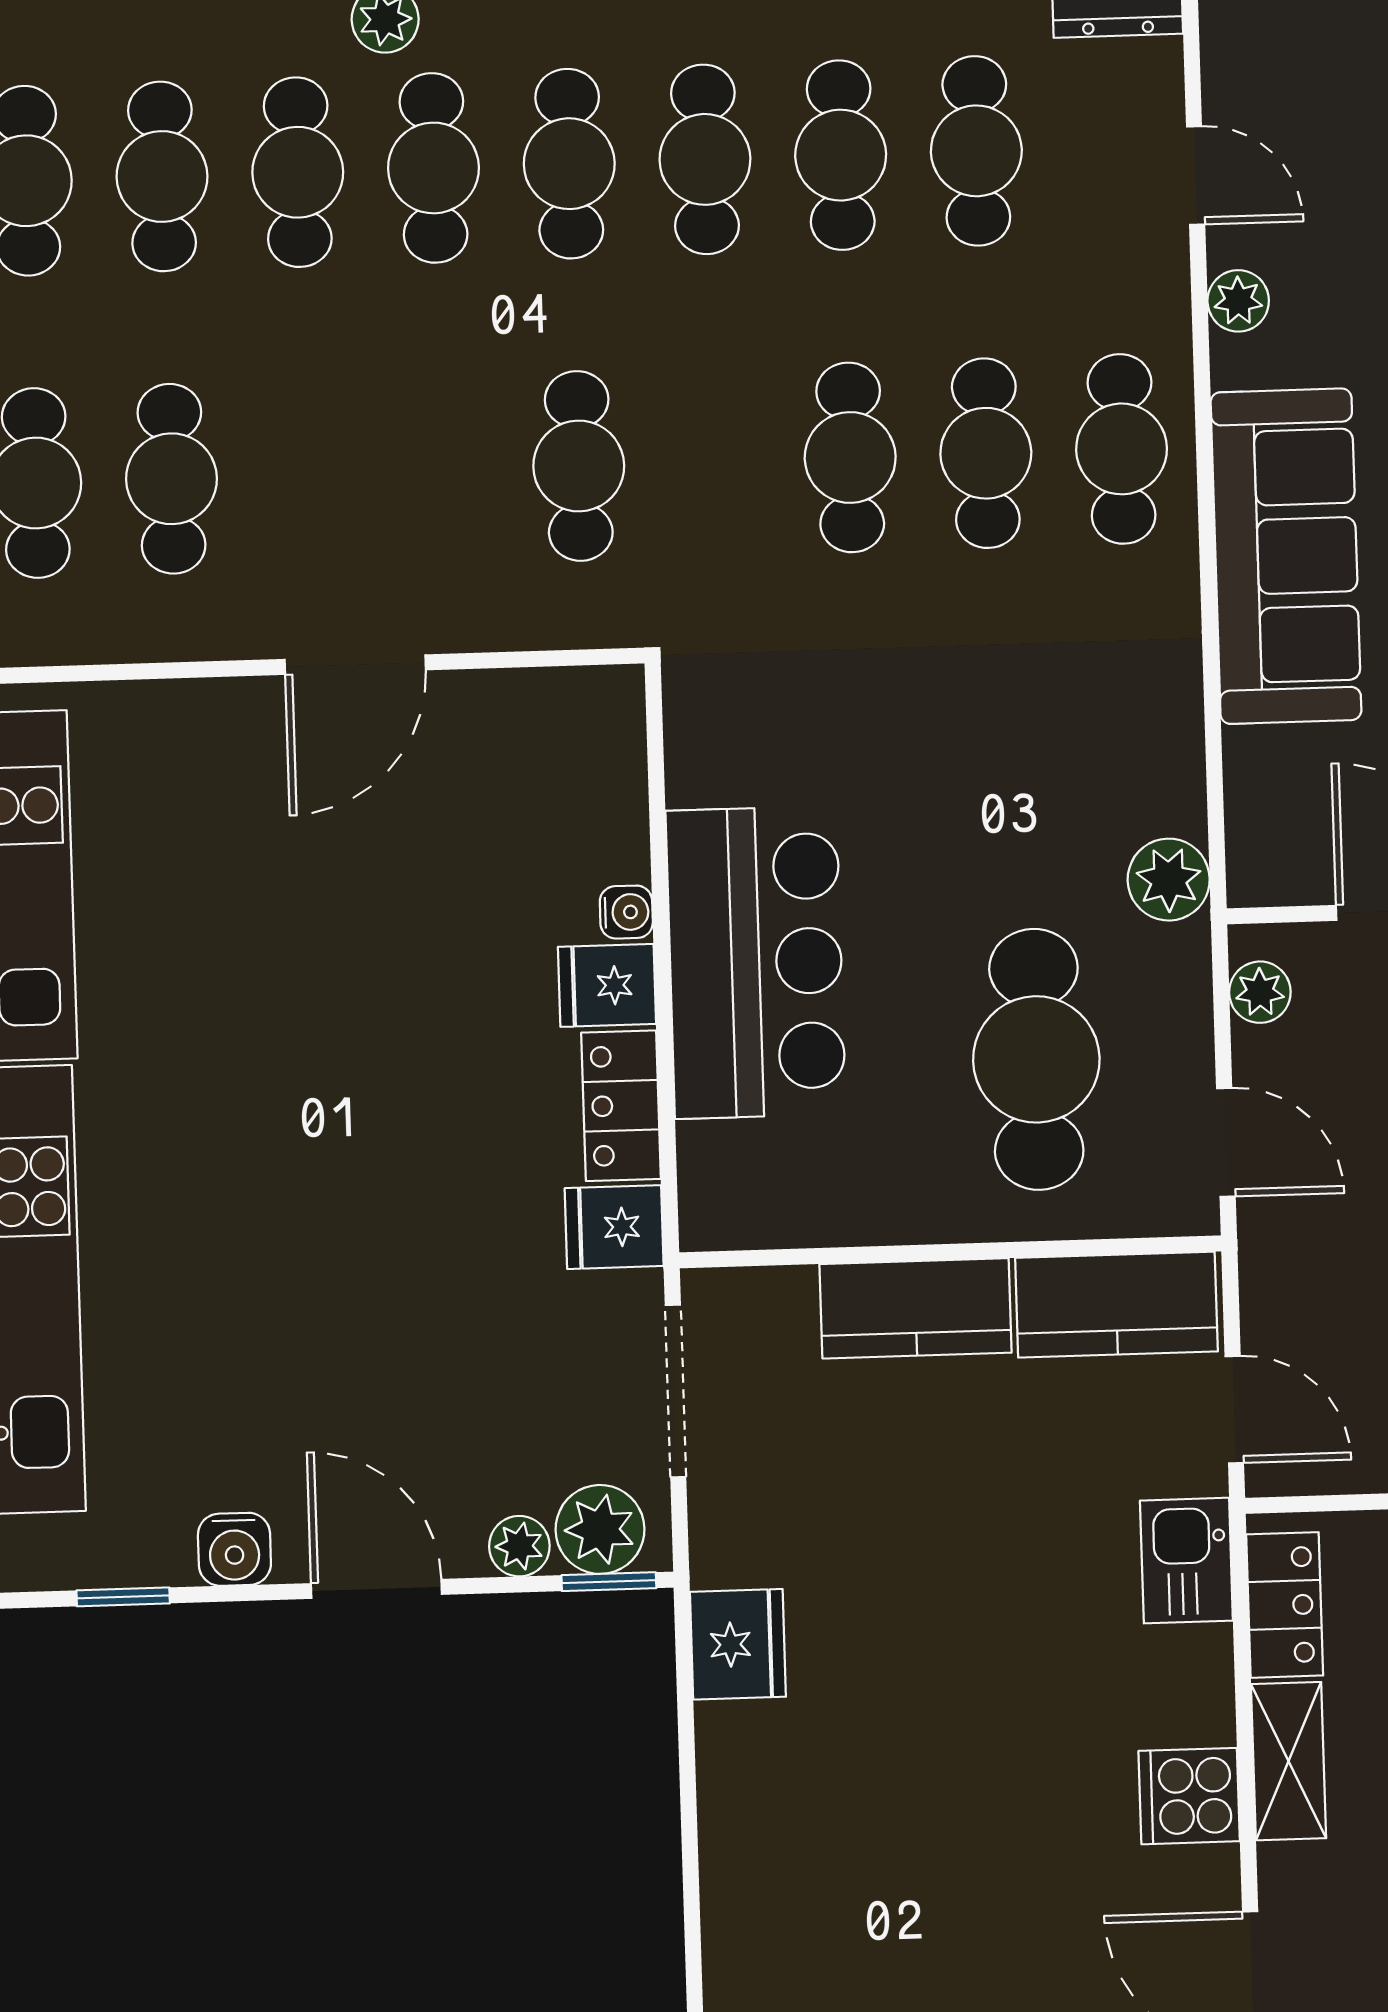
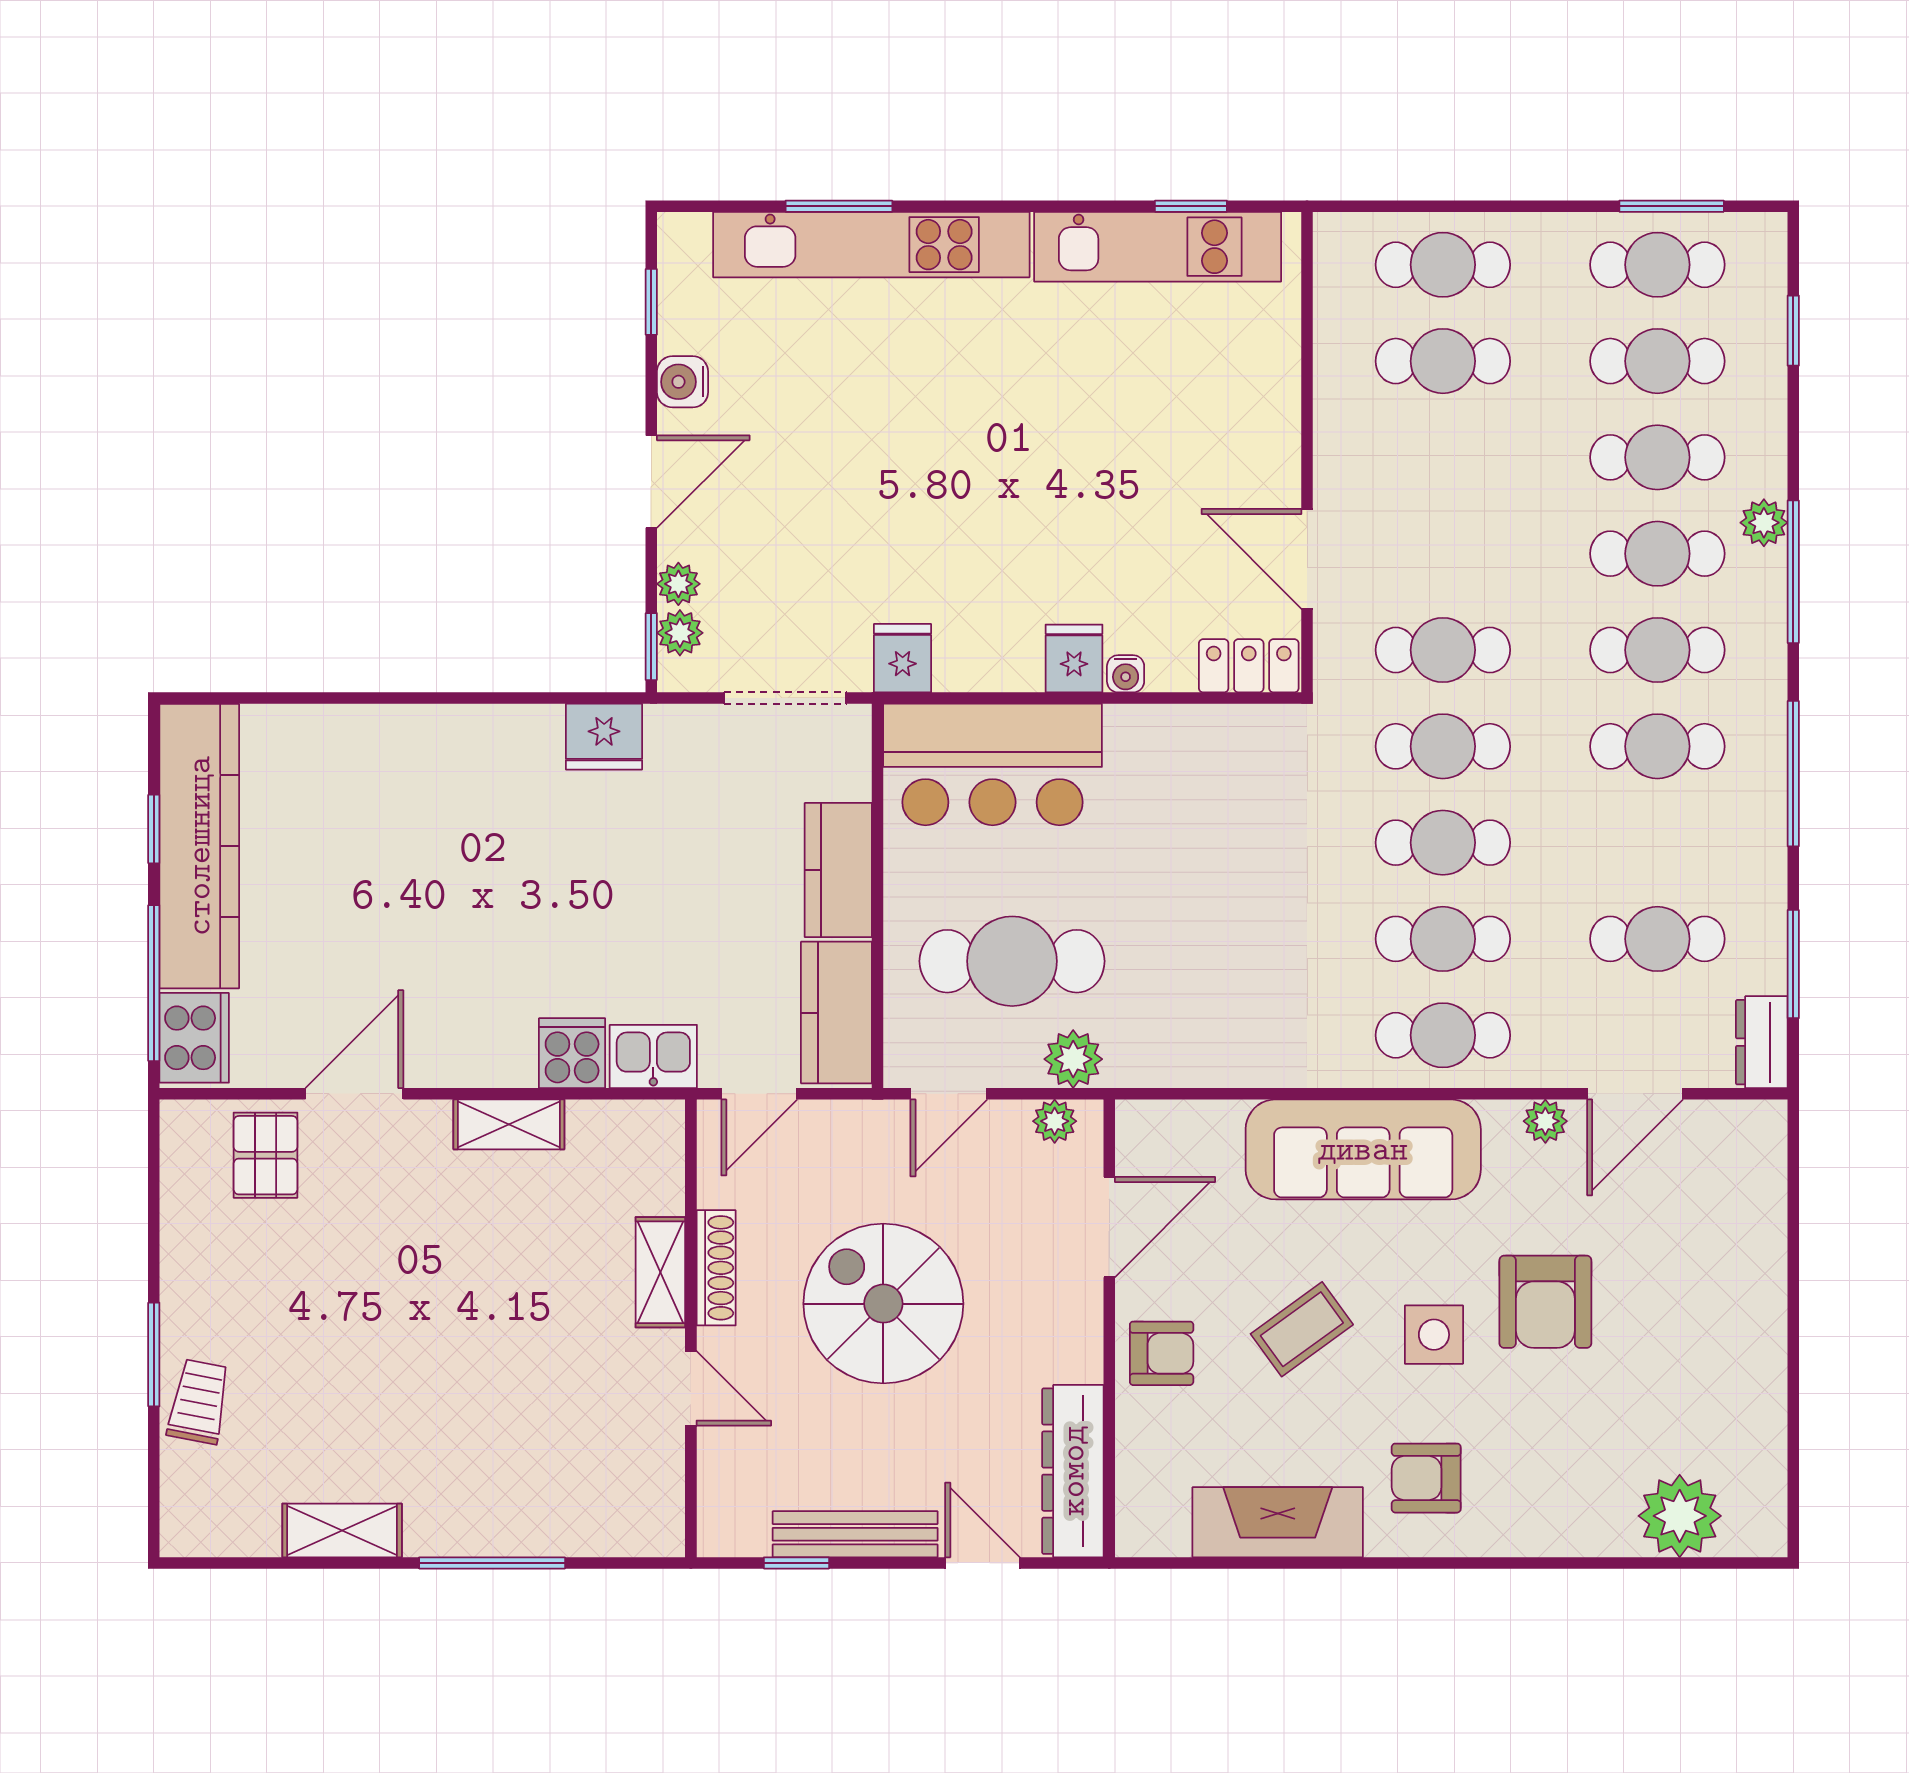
cafe table: (841, 155) -> (1443, 746), moved
door: (1196, 175) -> (1635, 1094), width x1.38
door: (355, 665) -> (1307, 559), moved
plant: (1169, 880) -> (1073, 1059), moved
bar counter: (756, 962) -> (993, 764), moved
locker: (621, 1106) -> (1249, 666), moved
plant: (600, 1529) -> (680, 633), width x0.73, depth x0.73
locker: (1285, 1605) -> (620, 1125), removed
cooker: (1189, 1796) -> (572, 1053), moved

